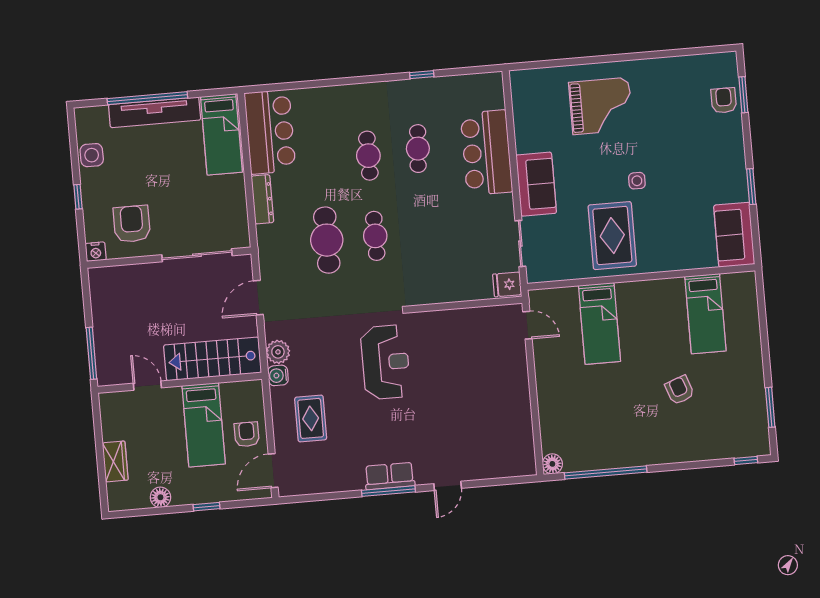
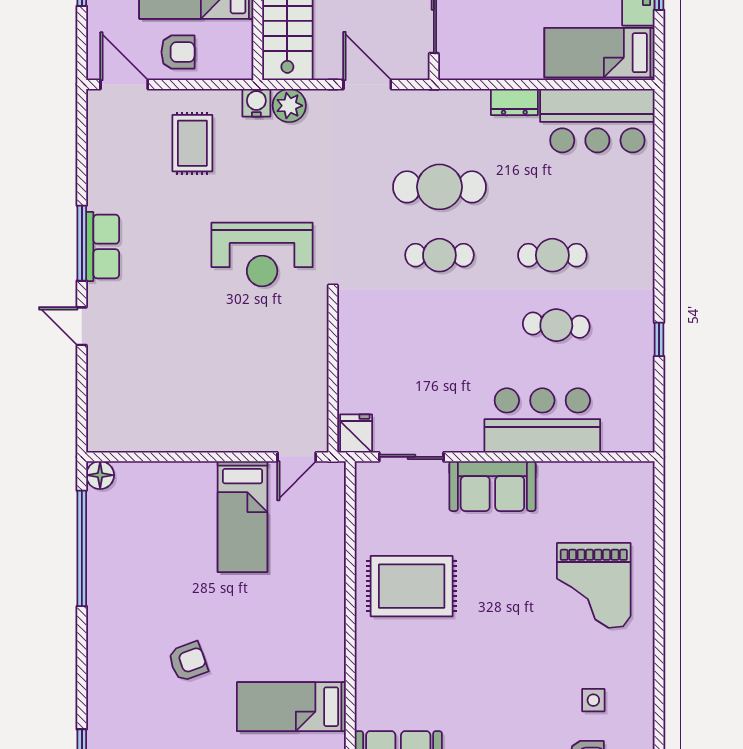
side table: (637, 181) -> (593, 700), moved
dresser: (262, 199) -> (514, 102), width x0.70
bed: (599, 324) -> (242, 517), moved, turned -90
rug: (311, 418) -> (192, 143), turned 90

